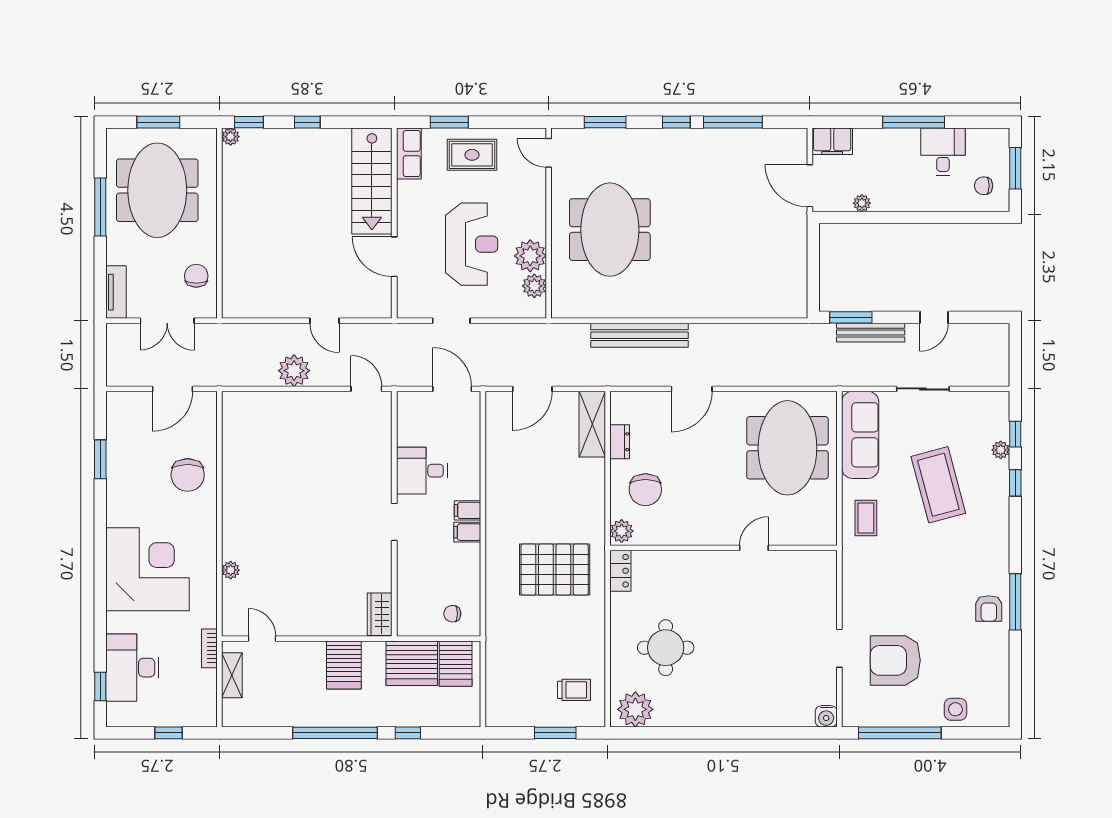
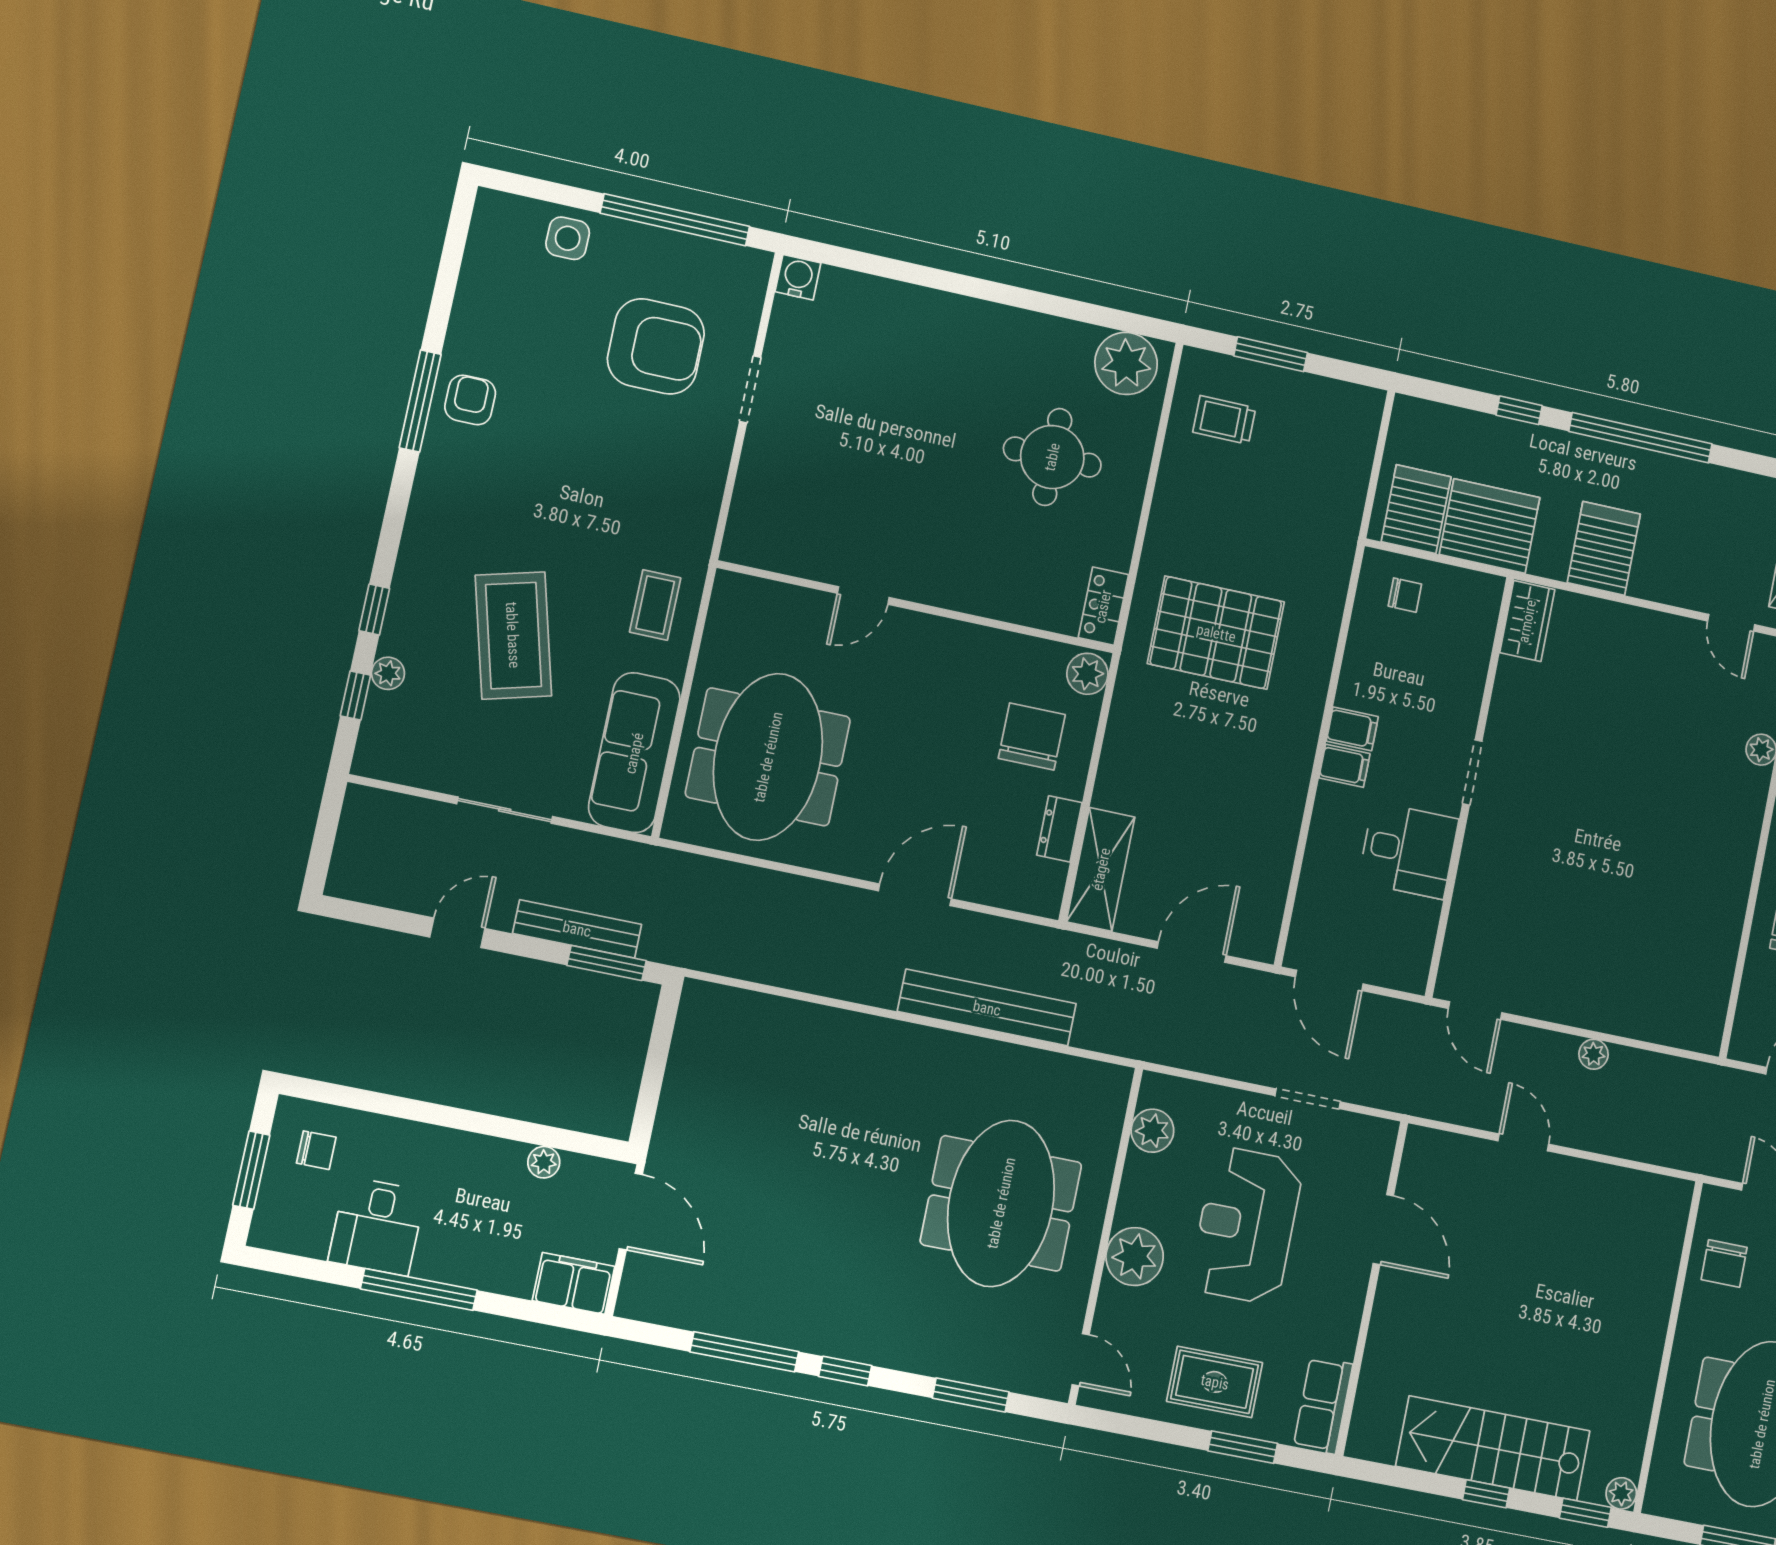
stairs: (372, 181) -> (1493, 1448), moved, turned -90
plant: (530, 256) -> (1135, 1257), moved
plant: (294, 371) -> (1593, 1054), width x0.53, depth x0.53

